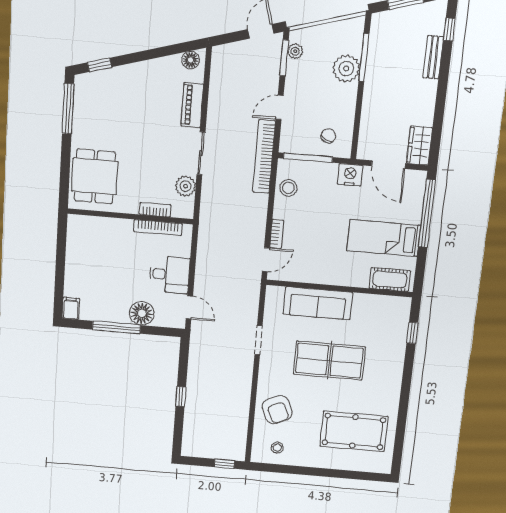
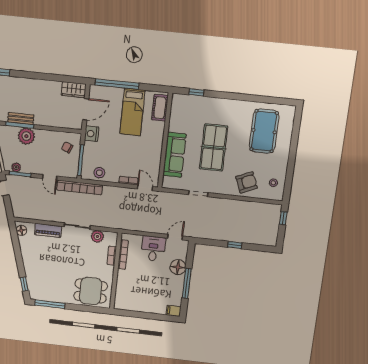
bench: (433, 57) -> (21, 119), moved

